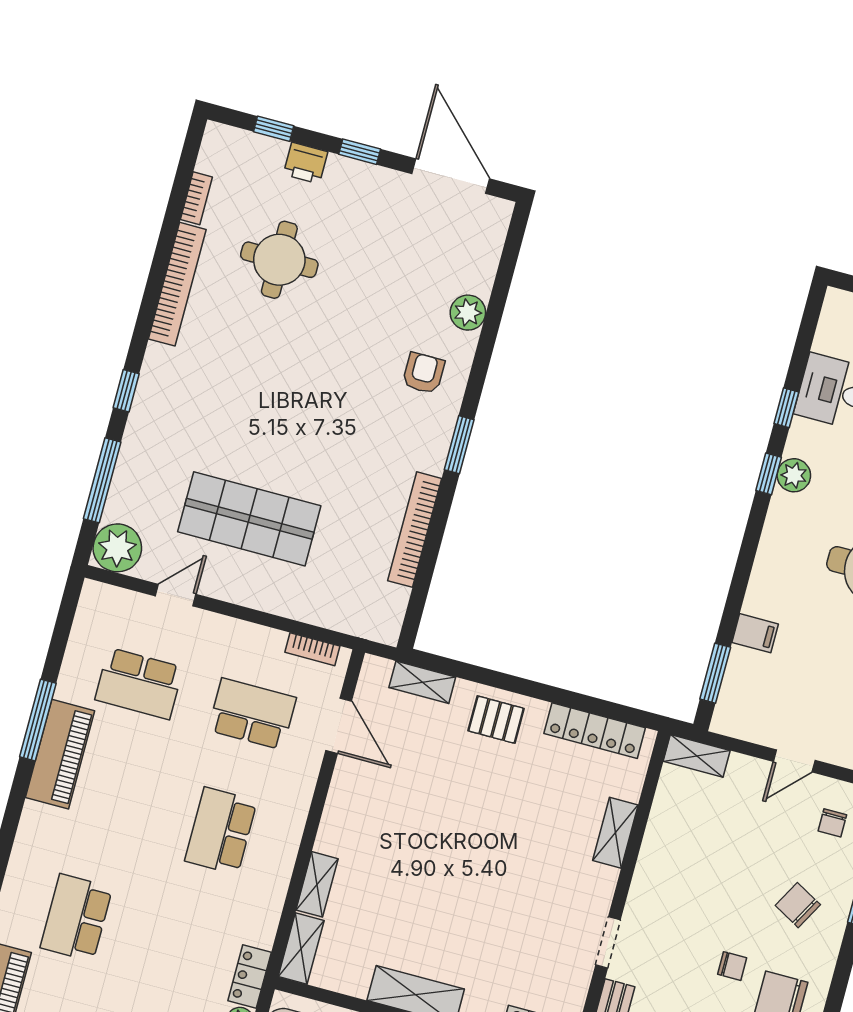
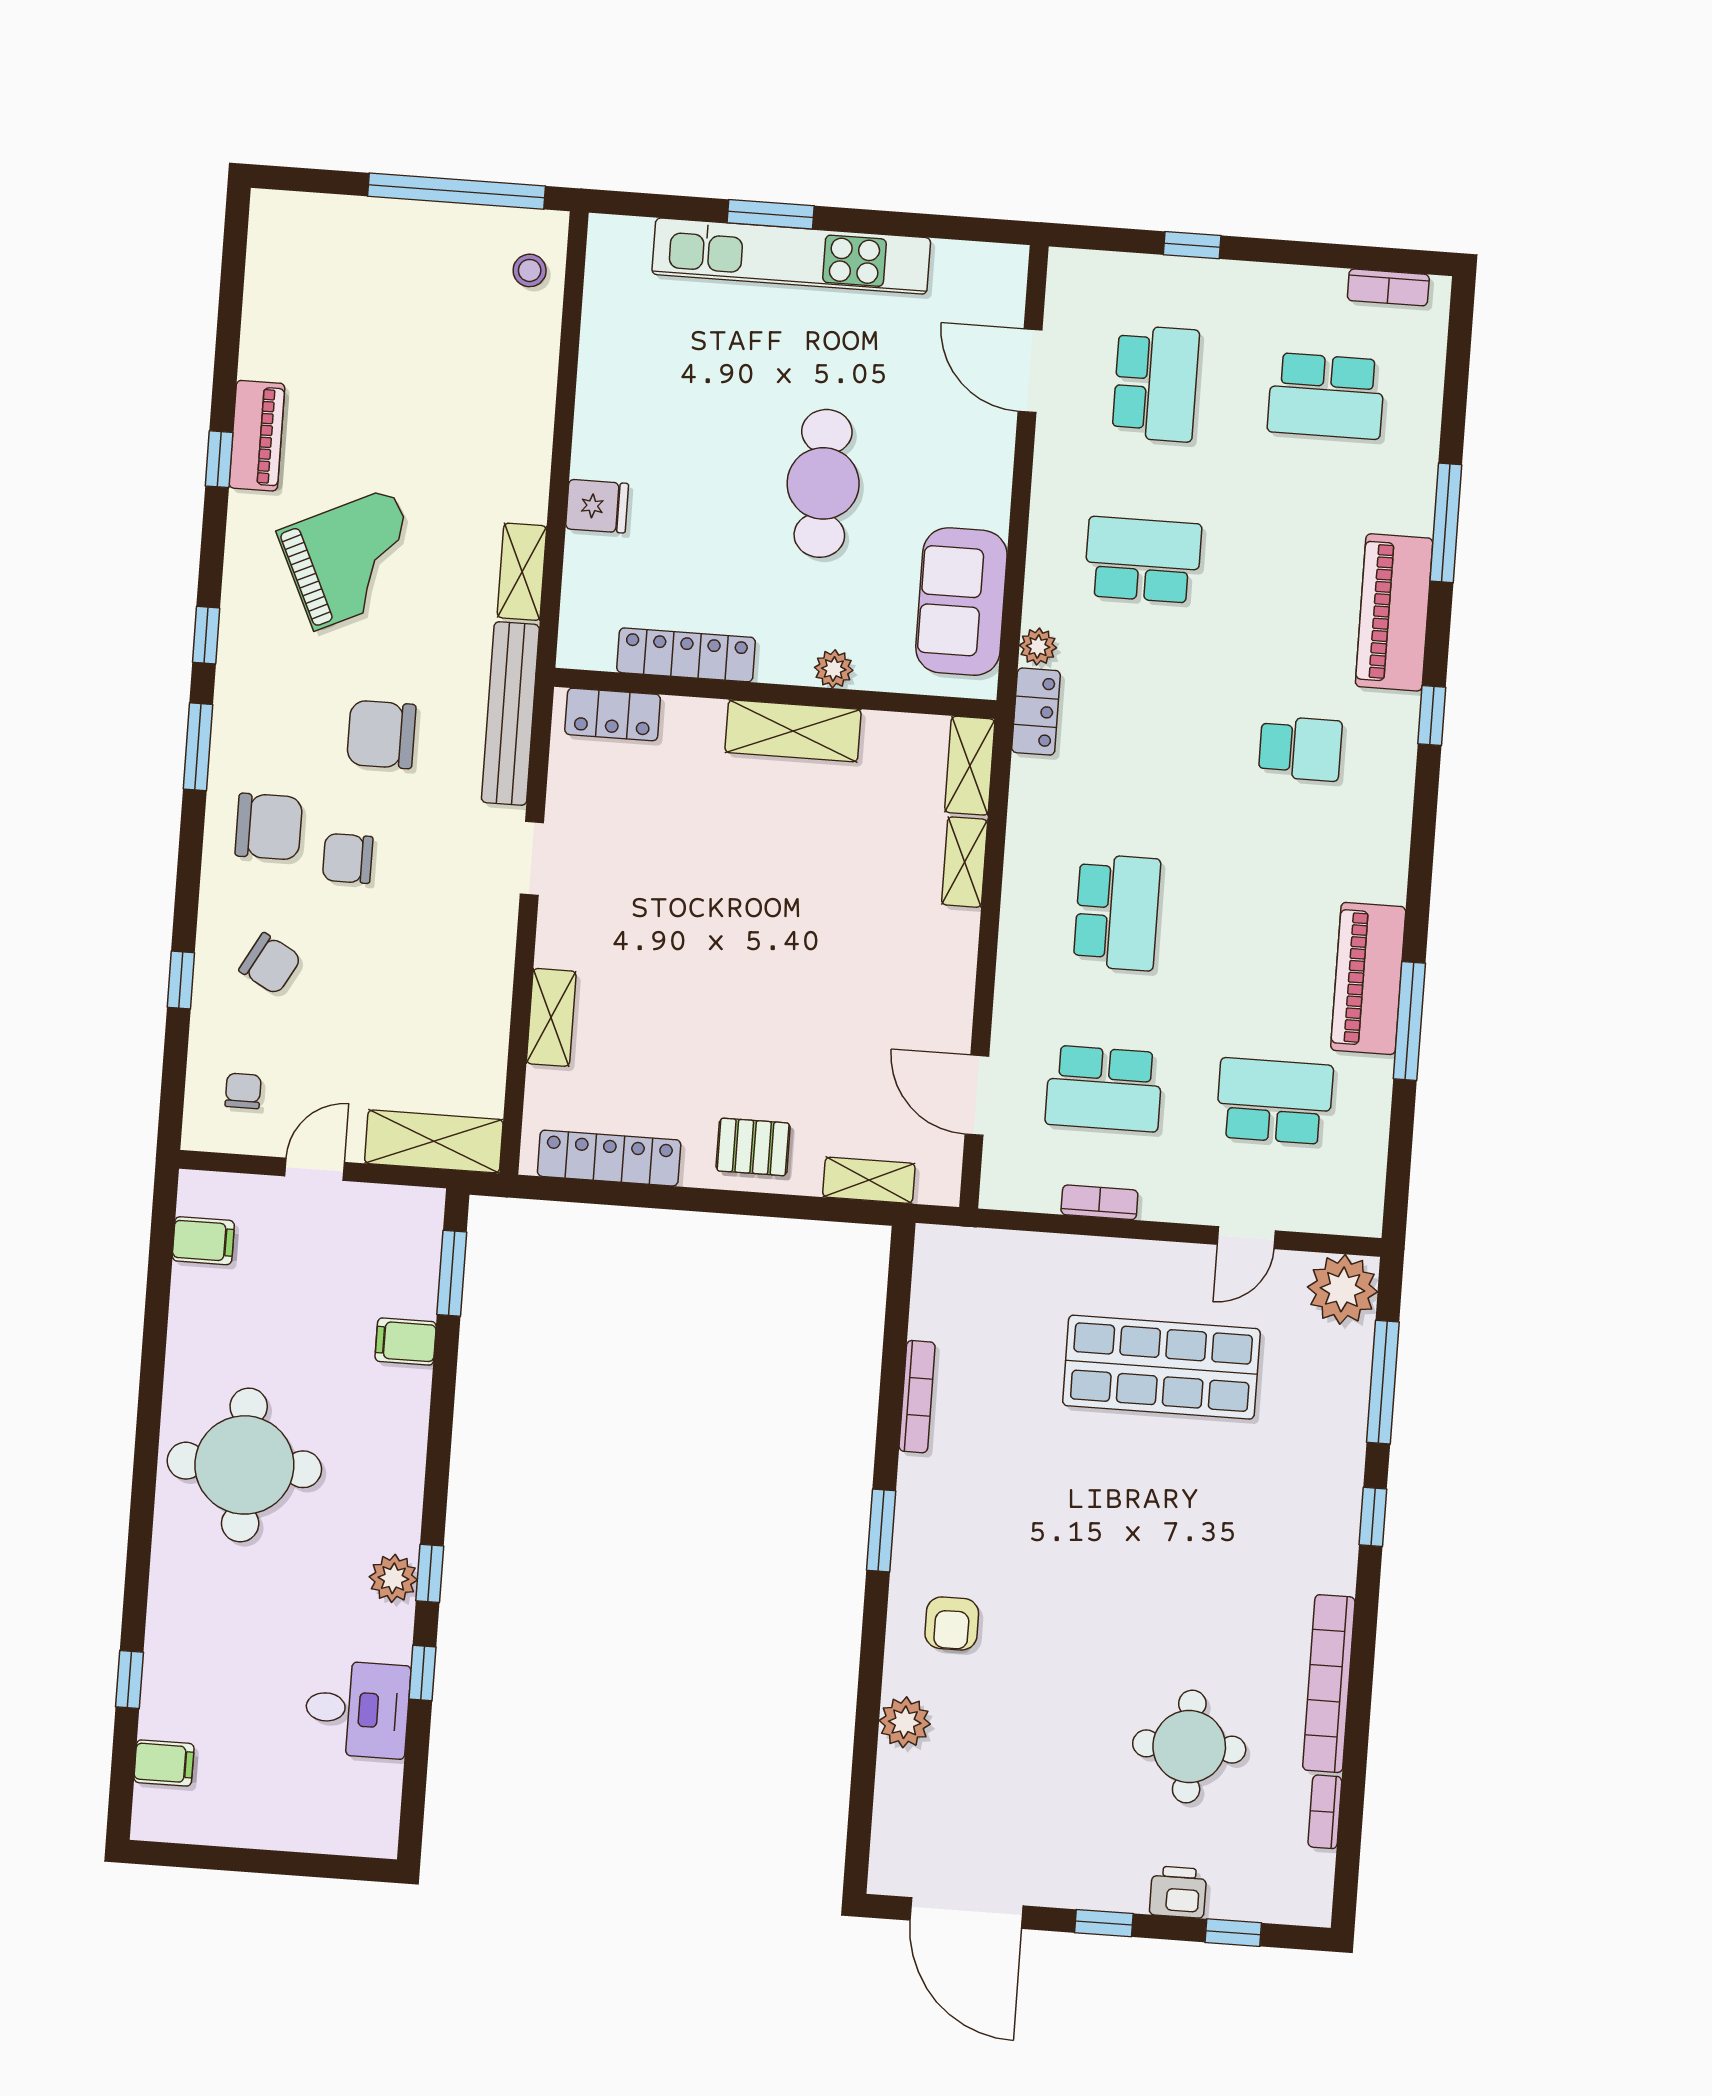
bookcase: (415, 530) -> (917, 1397), width x0.68, depth x0.76
bookcase: (312, 649) -> (1099, 1202), moved
shelving: (697, 756) -> (434, 1141), width x1.50, depth x1.33
school desk: (76, 918) -> (1300, 749), width x0.54
chair: (732, 966) -> (348, 858), width x1.37, depth x1.37

